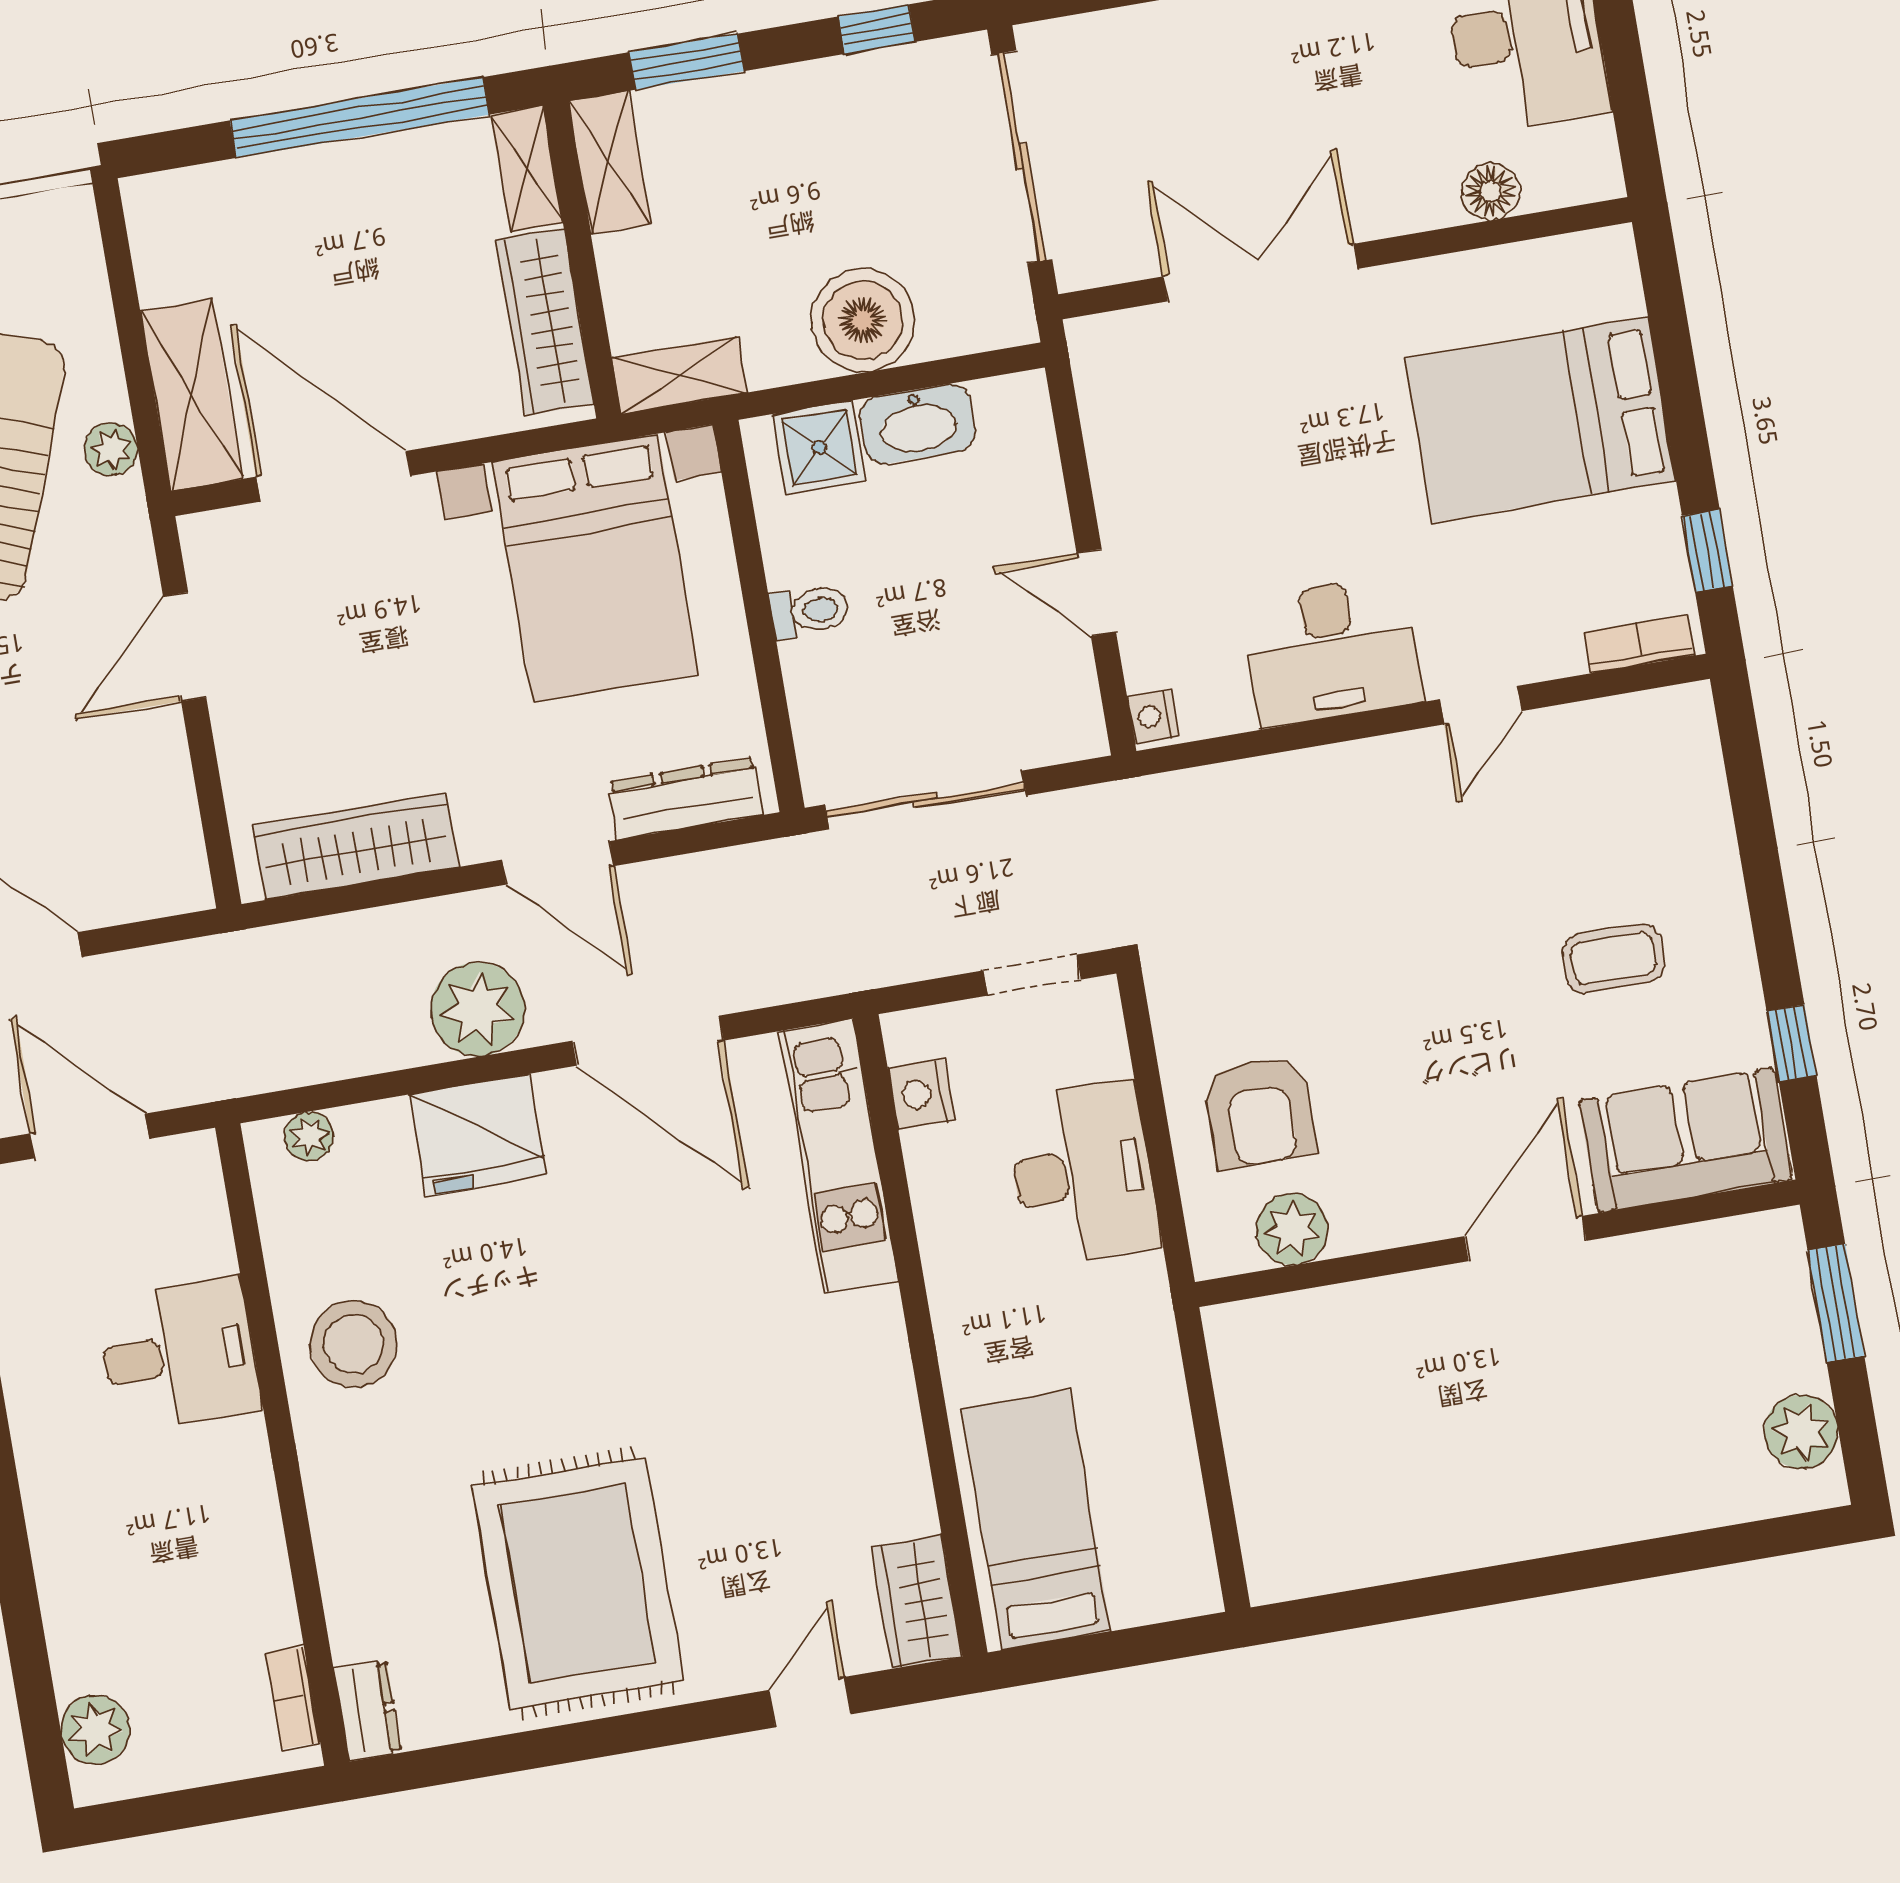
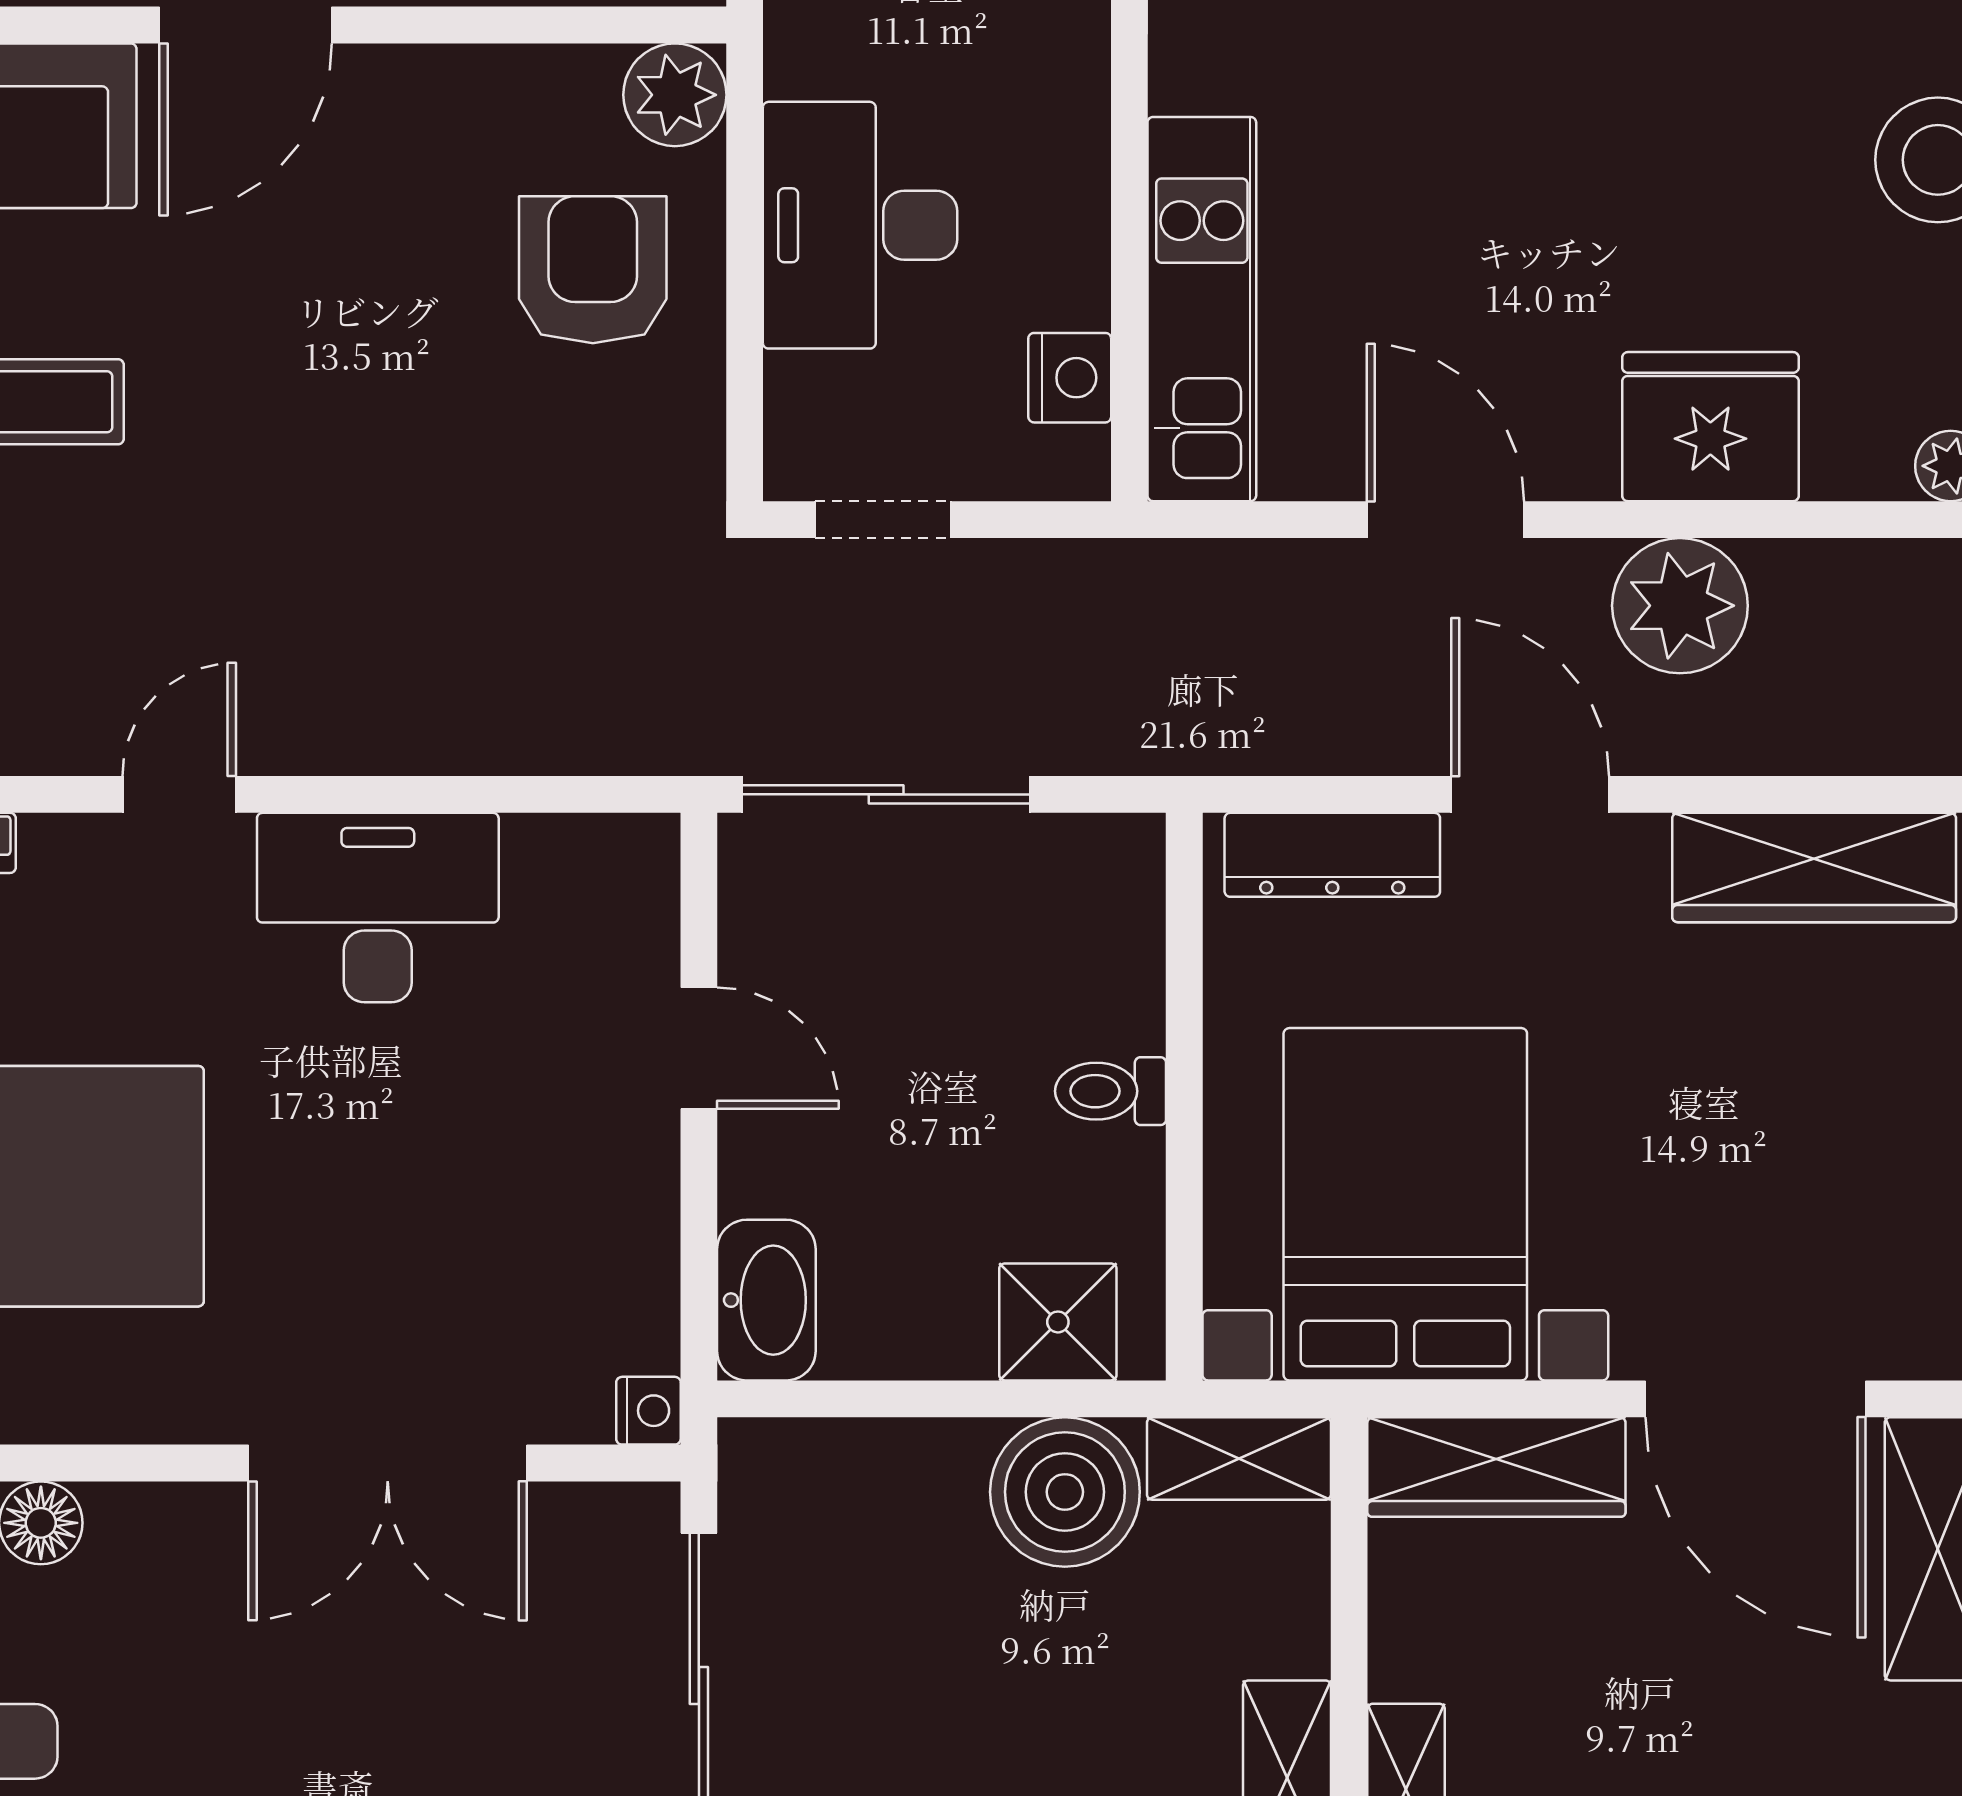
boiler: (863, 320) -> (1065, 1492), moved
wardrobe: (545, 322) -> (1496, 1467), moved, turned 90
washbasin: (918, 424) -> (766, 1300), moved, turned 90
nightstand: (1153, 716) -> (648, 1411), moved
sliding door: (925, 800) -> (886, 794), moved
door: (648, 1041) -> (1445, 520), width x0.73
plant: (1292, 1229) -> (675, 95), moved

